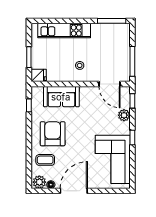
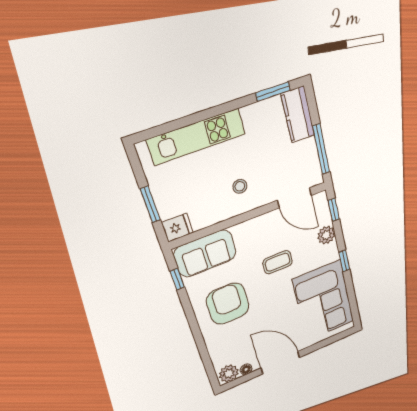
window: (112, 21) -> (273, 92), width x0.69
kitchen counter: (123, 37) -> (298, 115), added
sofa: (61, 97) -> (205, 253), moved
coffee table: (45, 160) -> (277, 262), moved
door: (74, 191) -> (280, 363), hinge flipped

